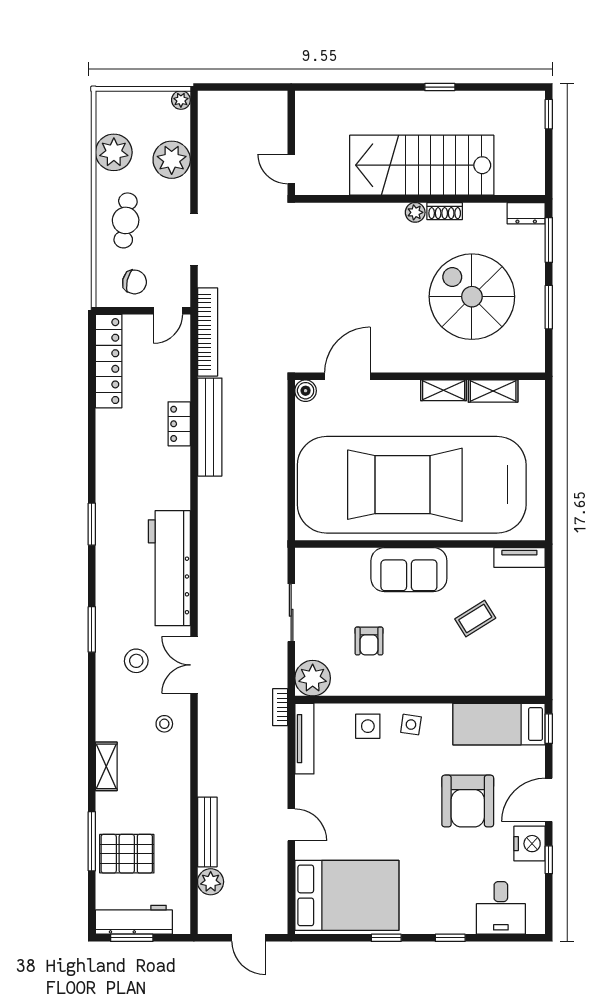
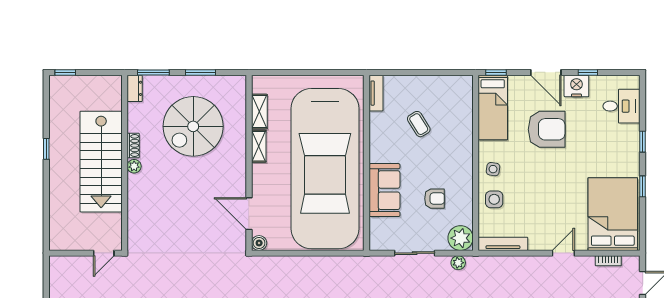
sofa: (409, 570) -> (384, 190), moved
plant: (277, 675) -> (458, 263), added
bookcase: (280, 707) -> (608, 261), moved

